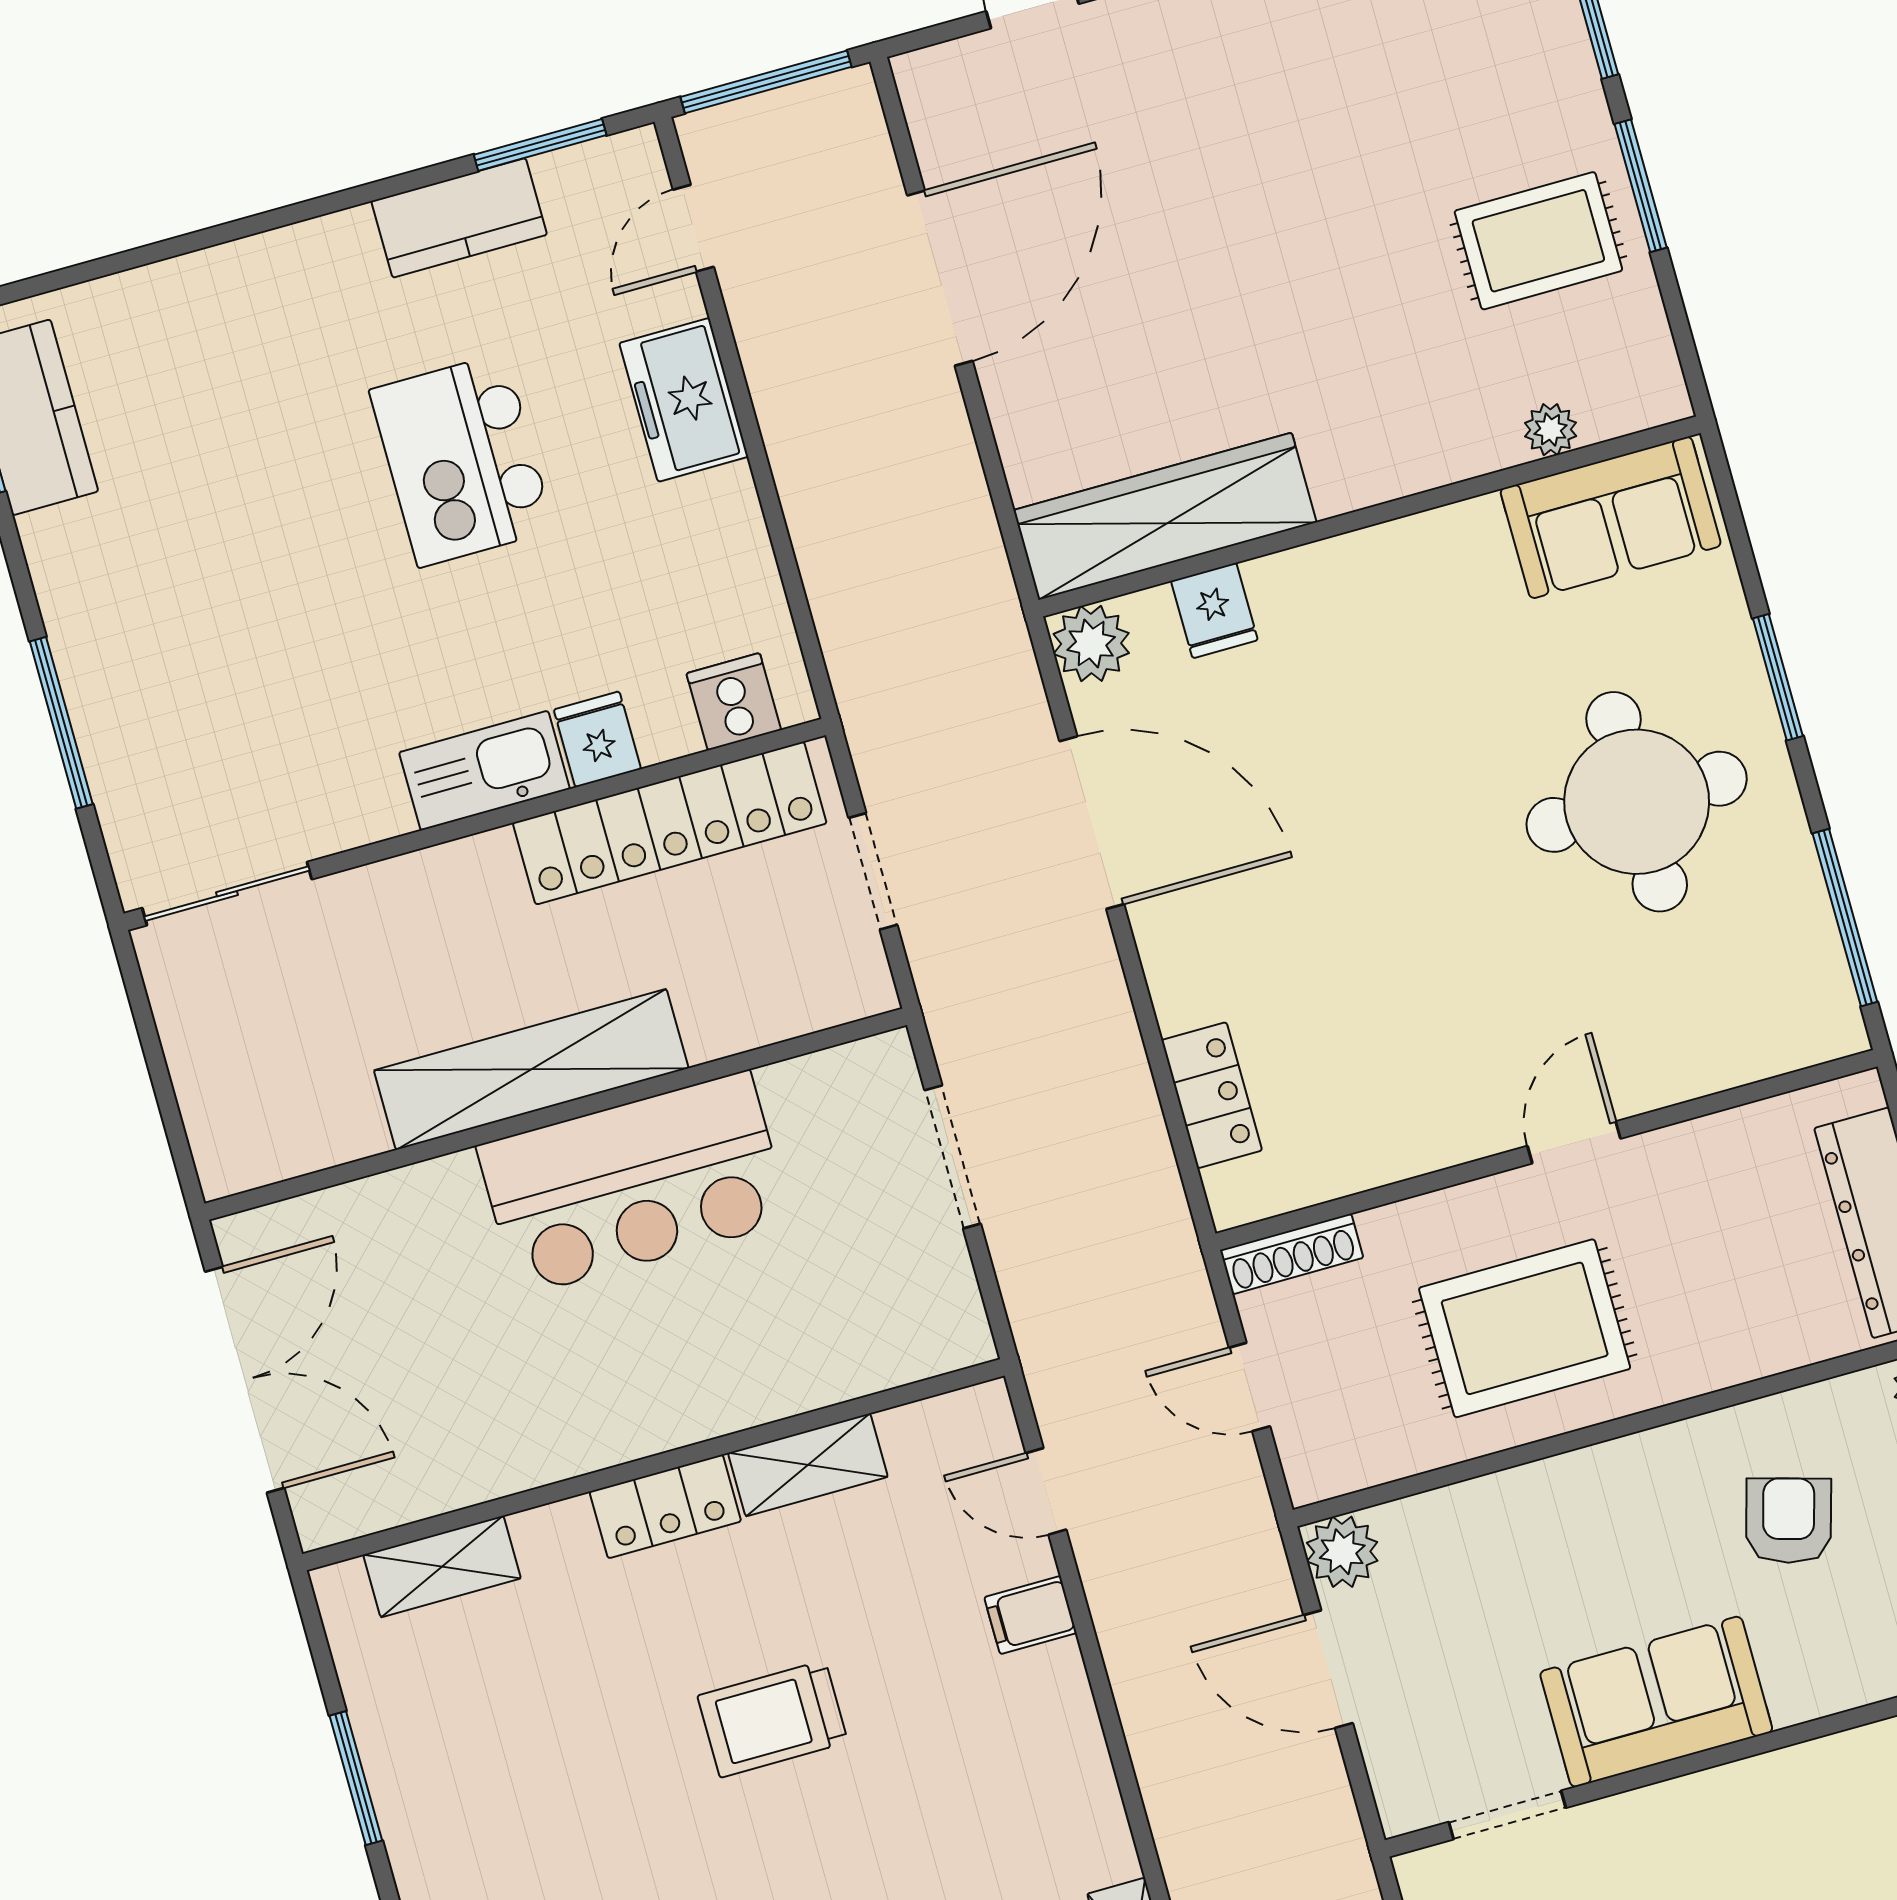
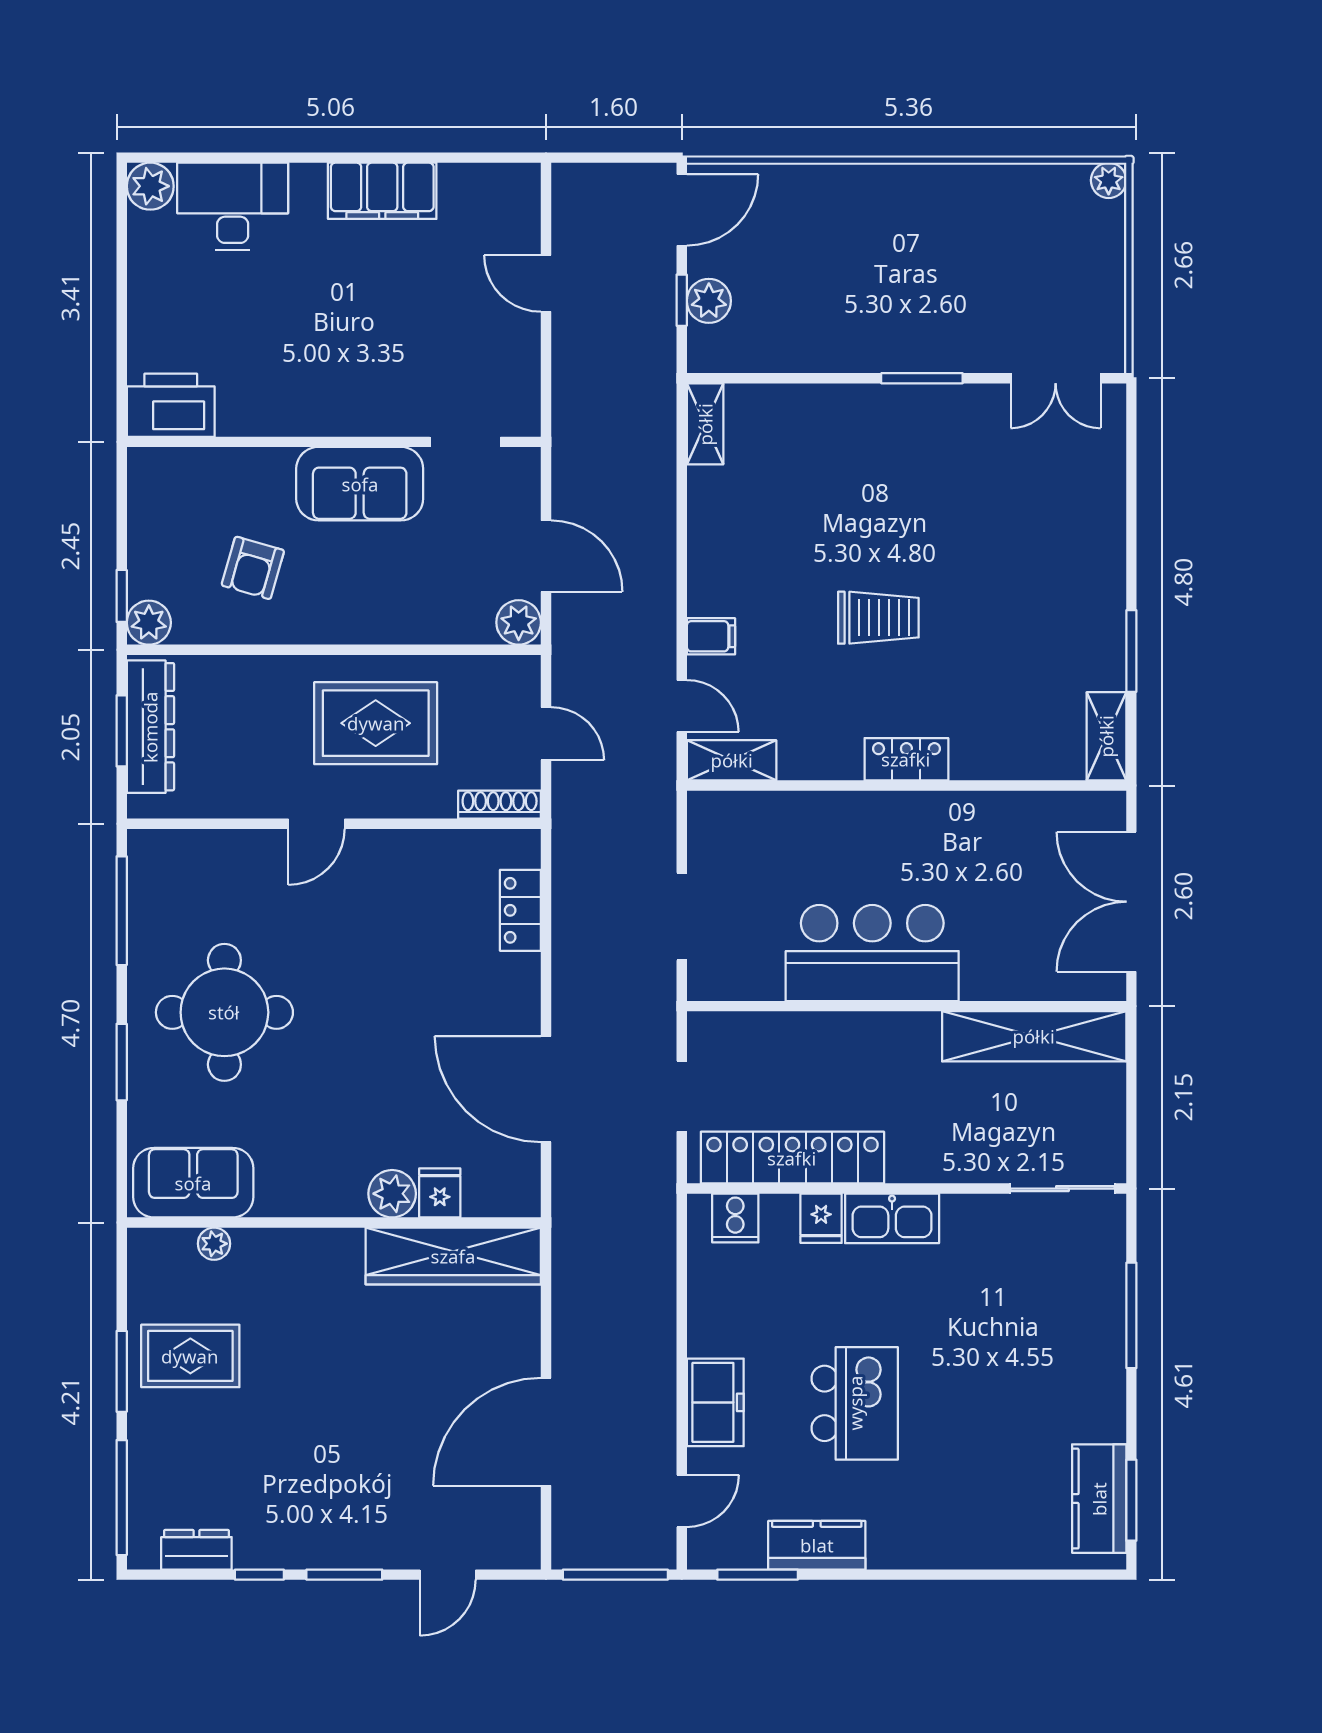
plant: (1091, 643) -> (392, 1194), moved
shelving: (531, 1069) -> (1034, 1036), moved
shelving: (808, 1465) -> (732, 760), moved
shelving: (442, 1567) -> (1106, 736), moved, turned 90

